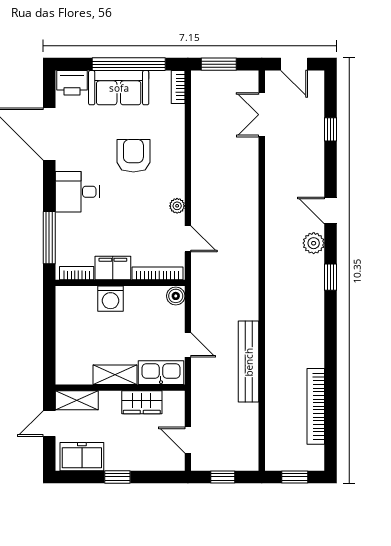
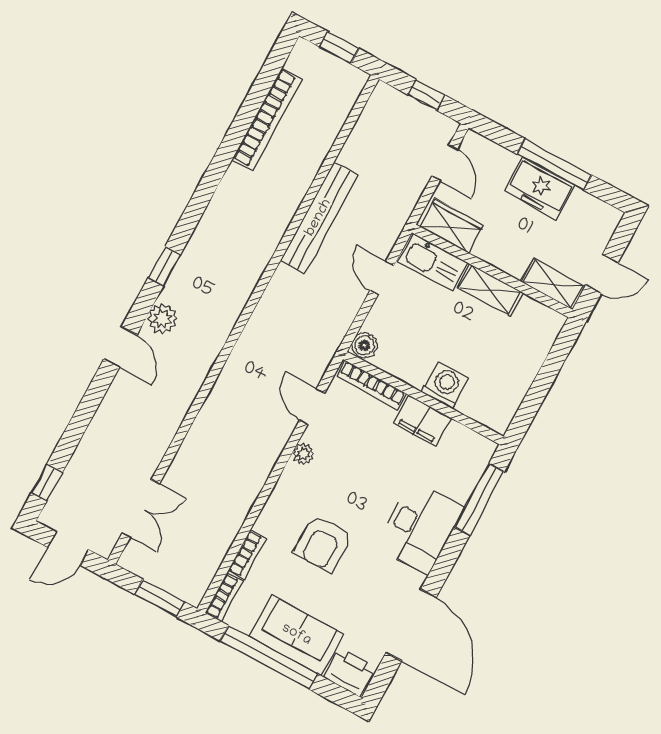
door: (294, 64) -> (68, 548), swing flipped
window: (331, 129) -> (47, 483), moved
desk: (77, 192) -> (420, 527), width x1.37
bookcase: (77, 273) -> (247, 555), moved, turned -90
wardrobe: (142, 402) -> (451, 226), moved
freezer: (82, 457) -> (540, 188), moved
window: (117, 477) -> (554, 164), width x2.17

